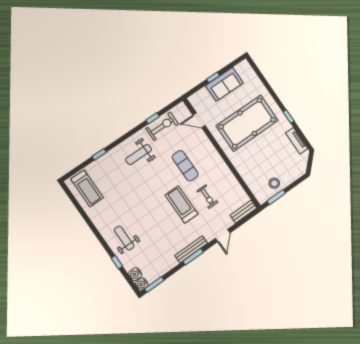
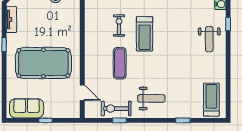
sofa: (224, 84) -> (27, 108), moved

